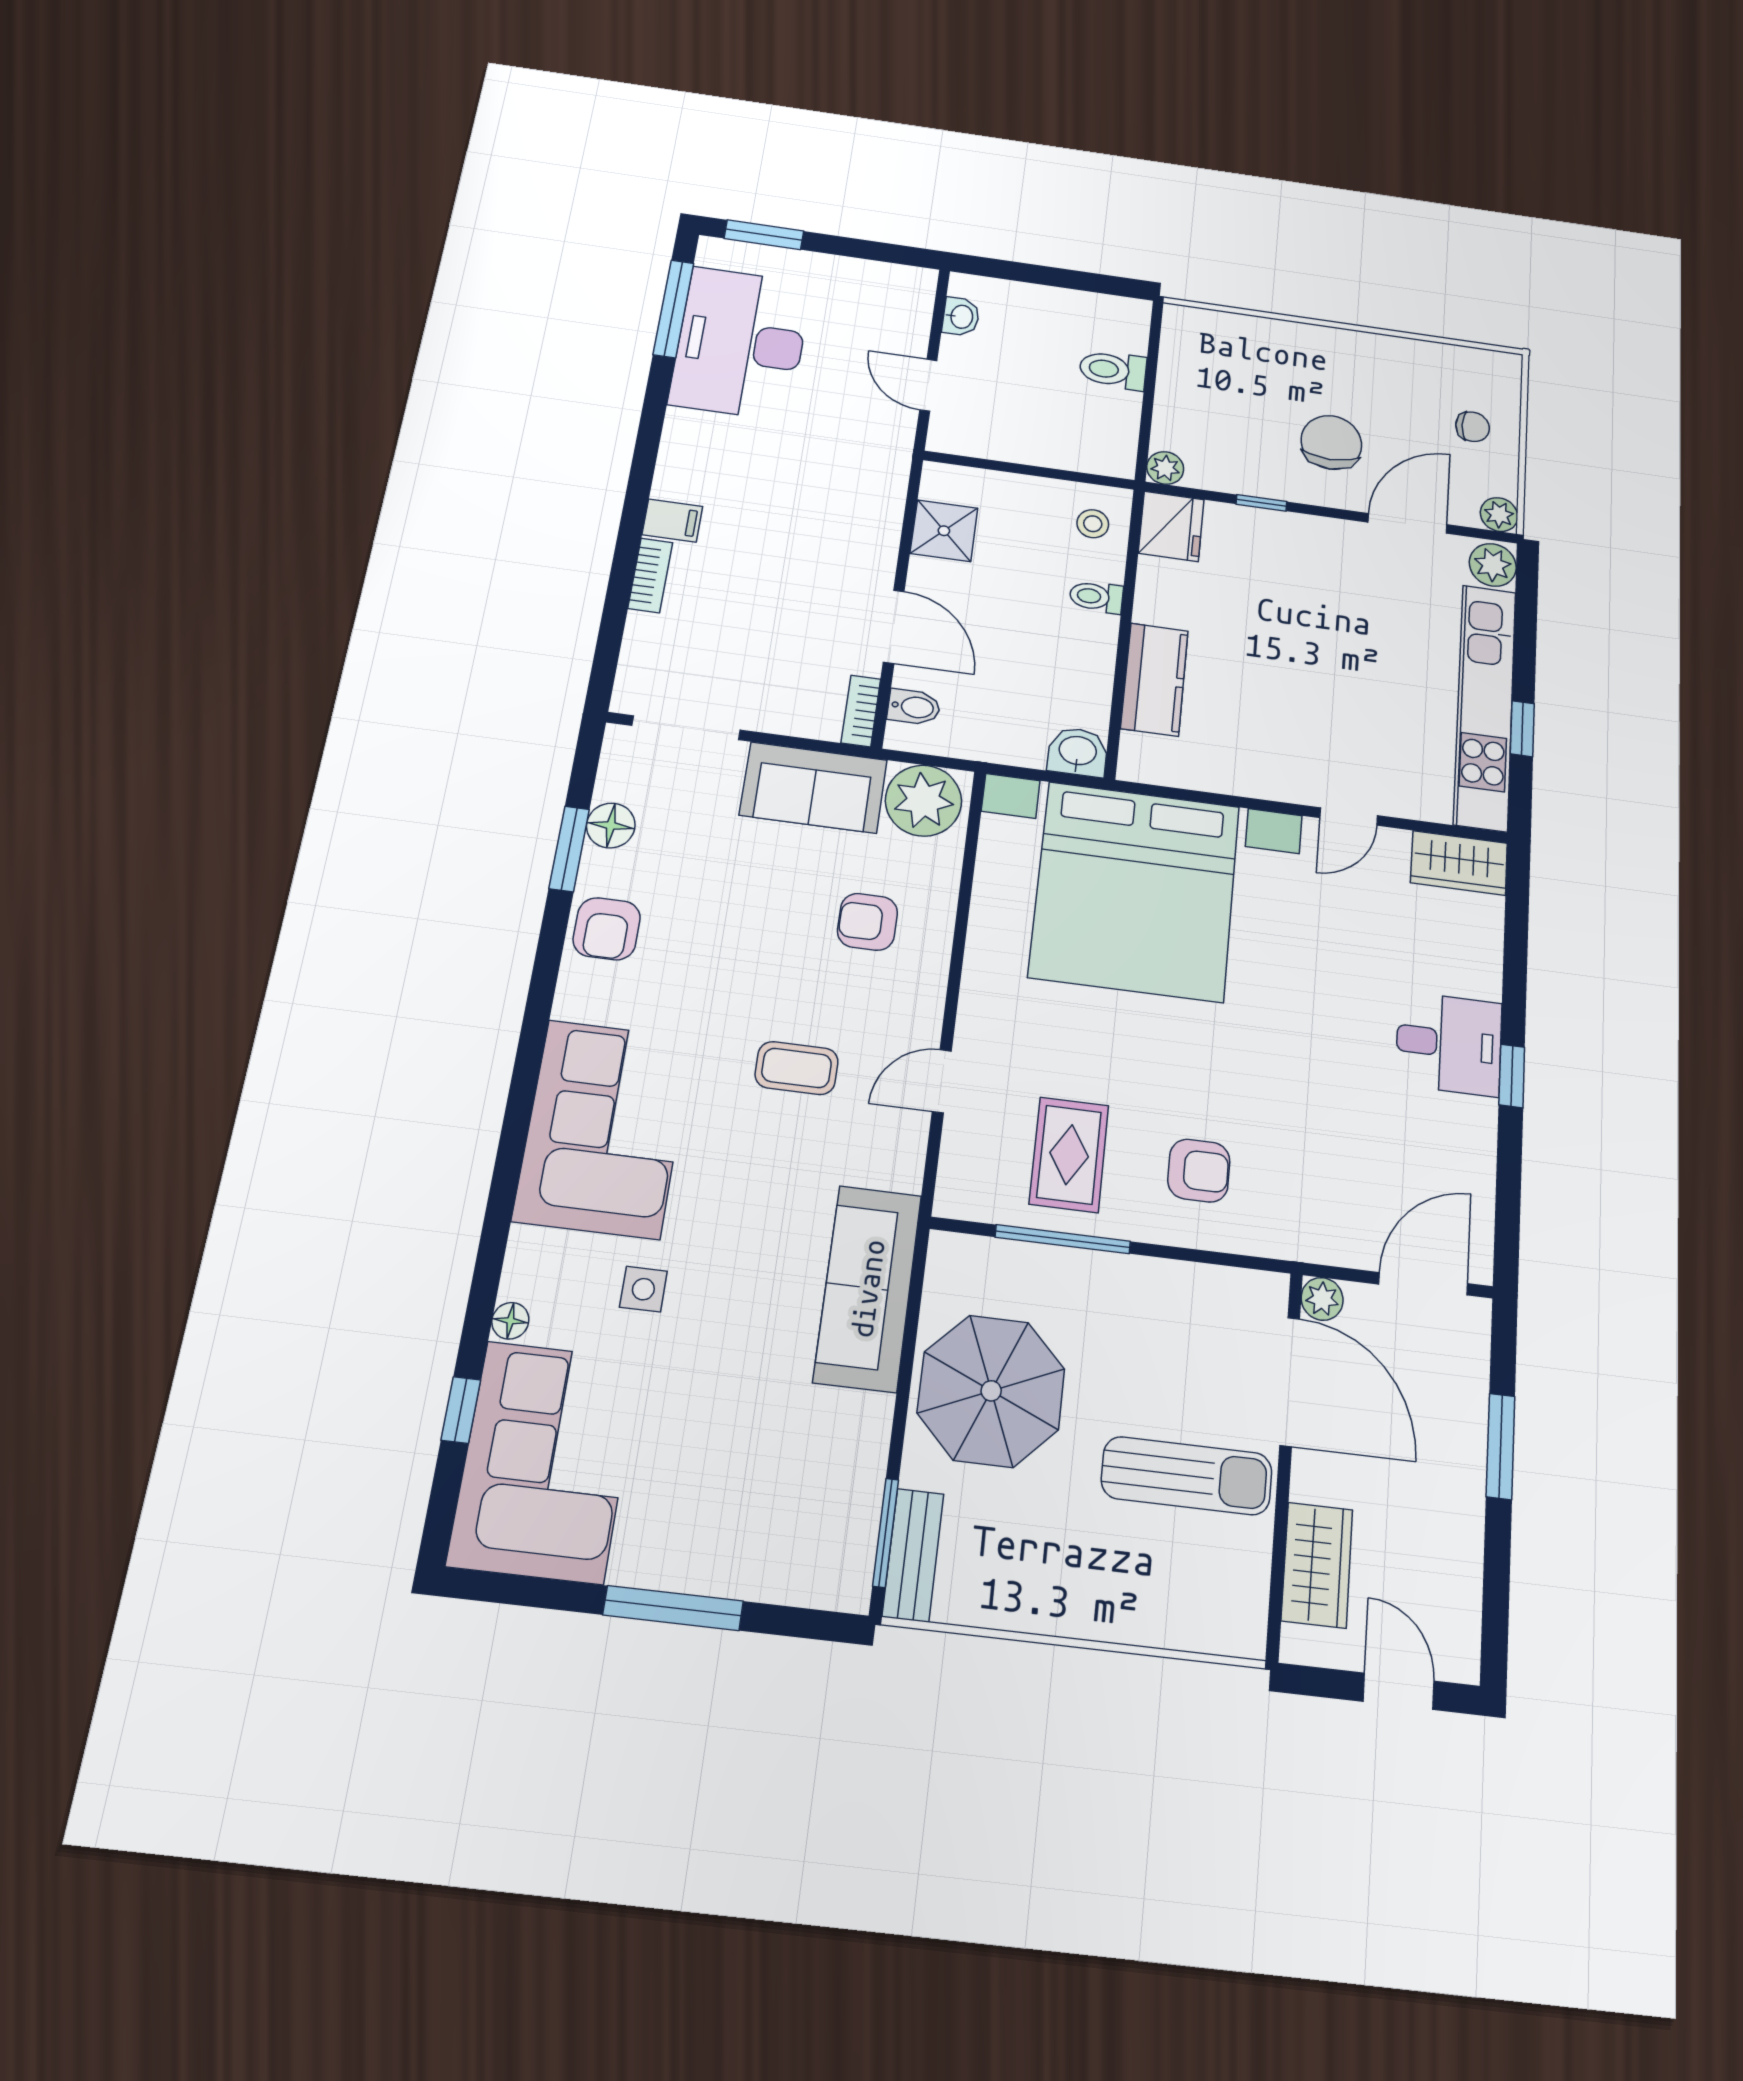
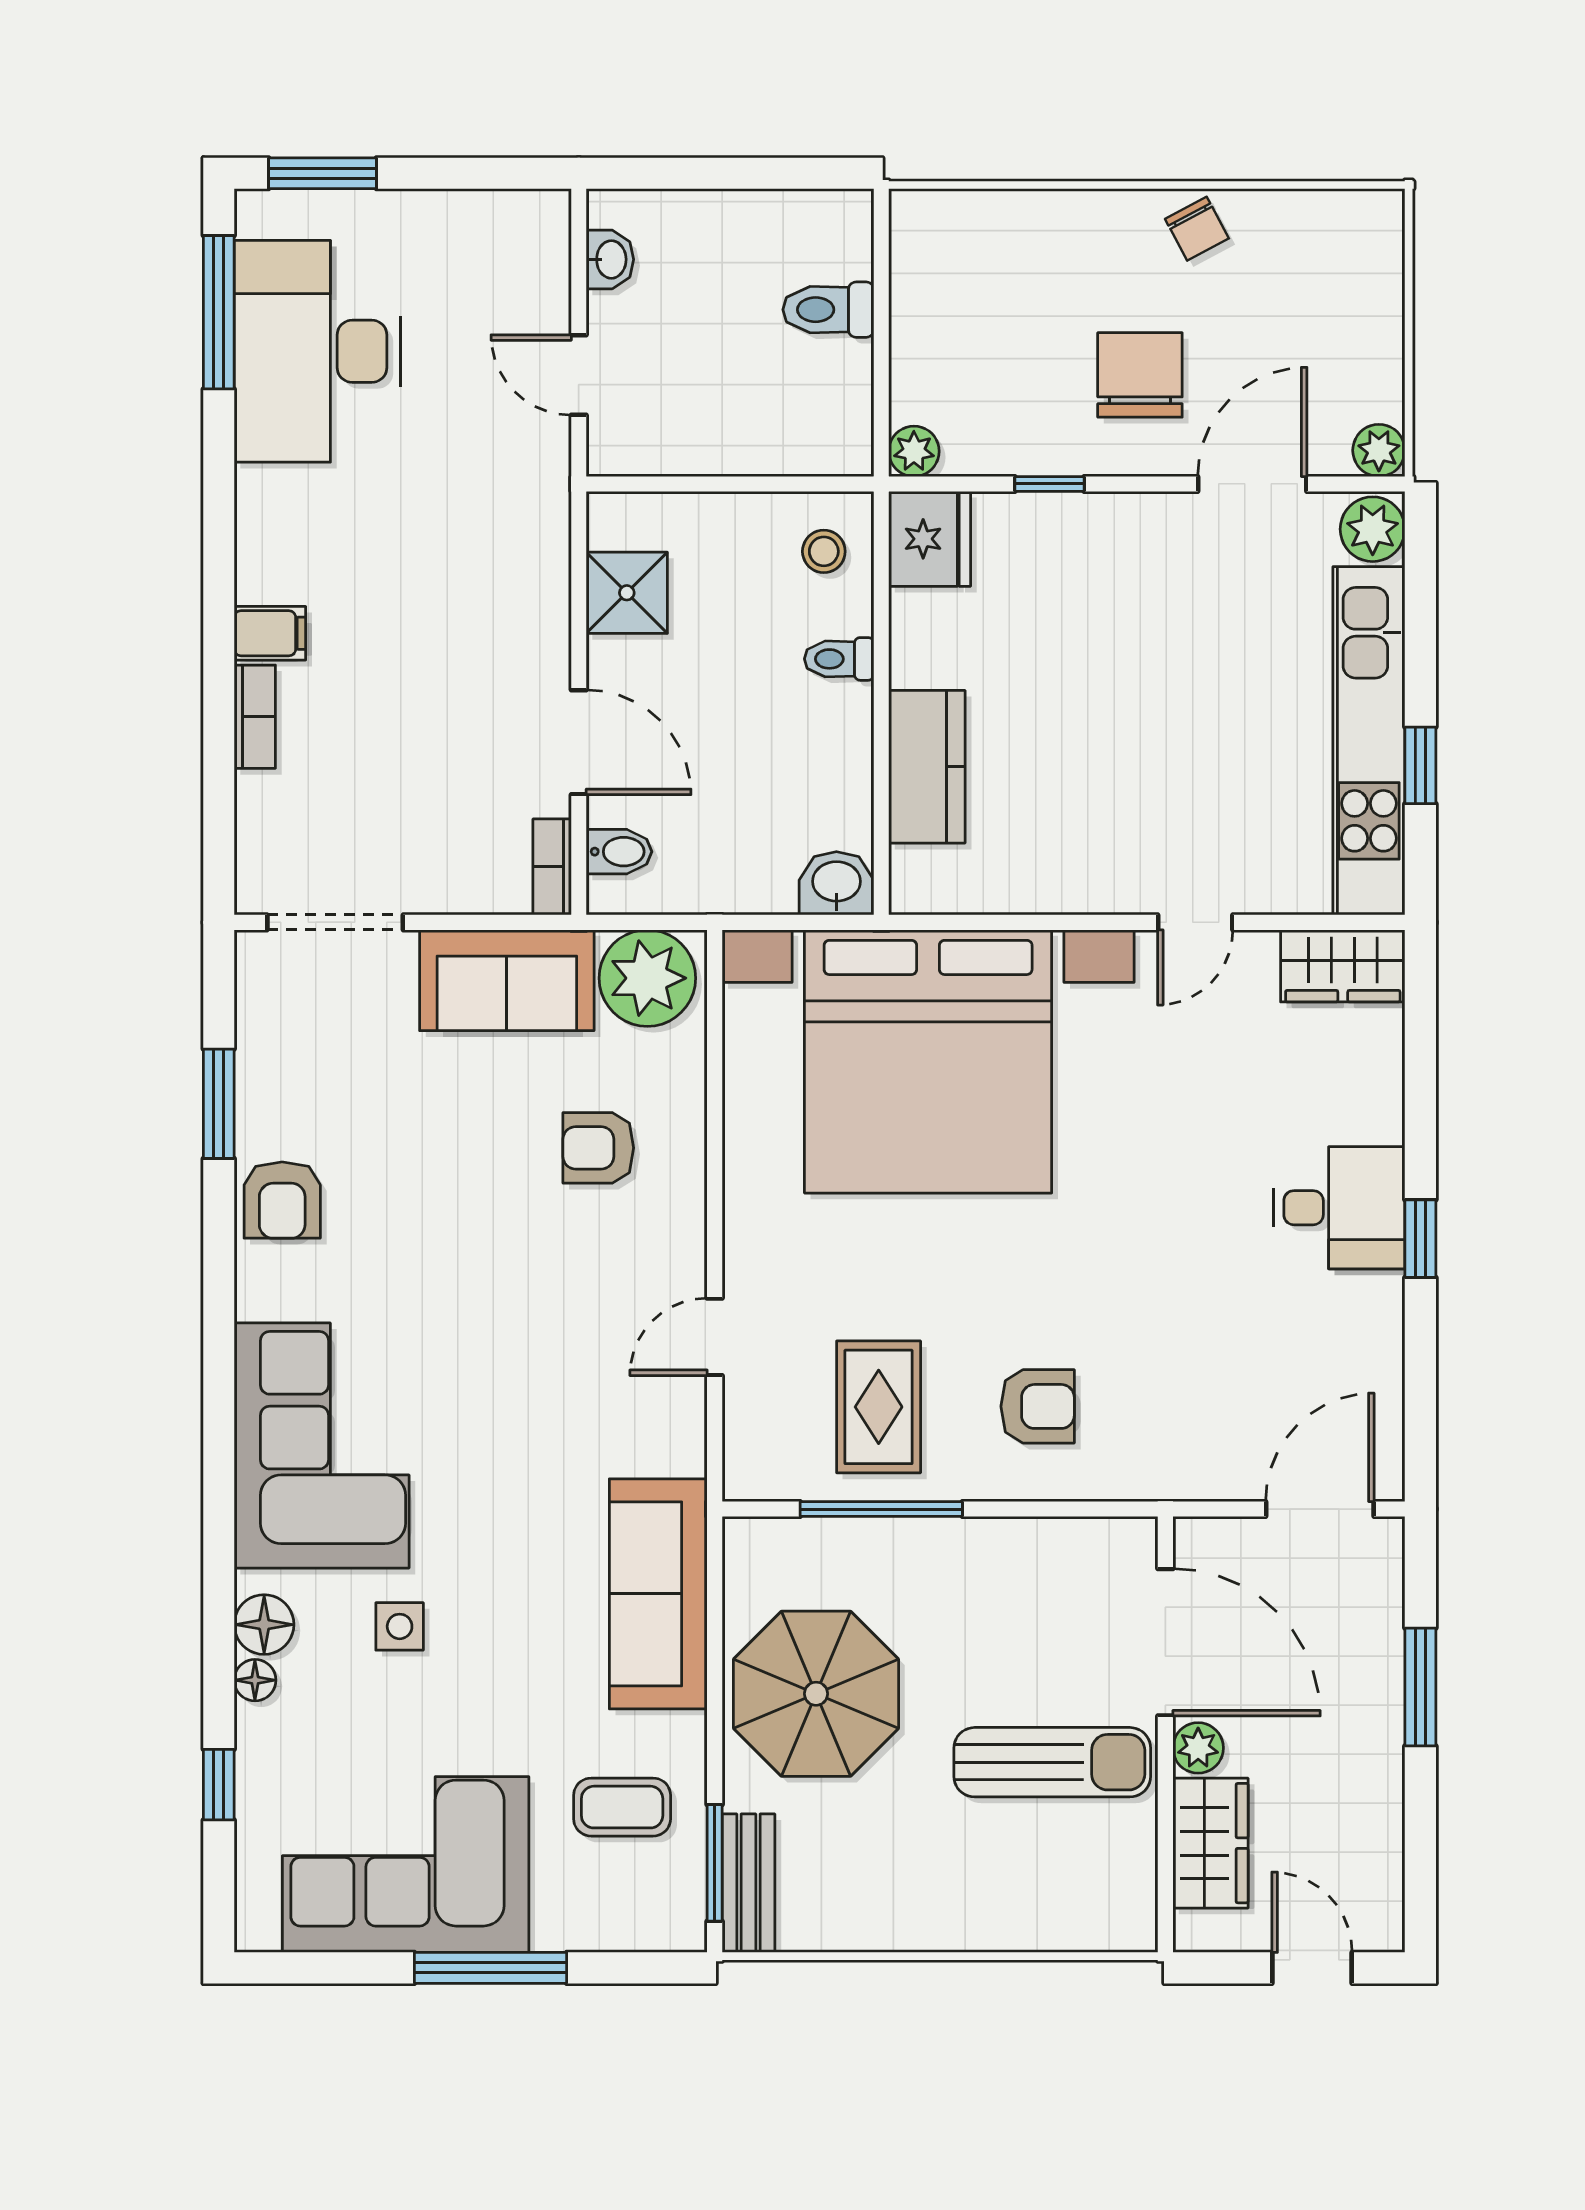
chair: (1473, 427) -> (1197, 229), moved, turned 62
floor lamp: (611, 826) -> (264, 1625), moved
coffee table: (797, 1068) -> (622, 1807), moved
plant: (1322, 1299) -> (1198, 1748), moved
corner sofa: (545, 1461) -> (406, 1864), moved, turned -90

